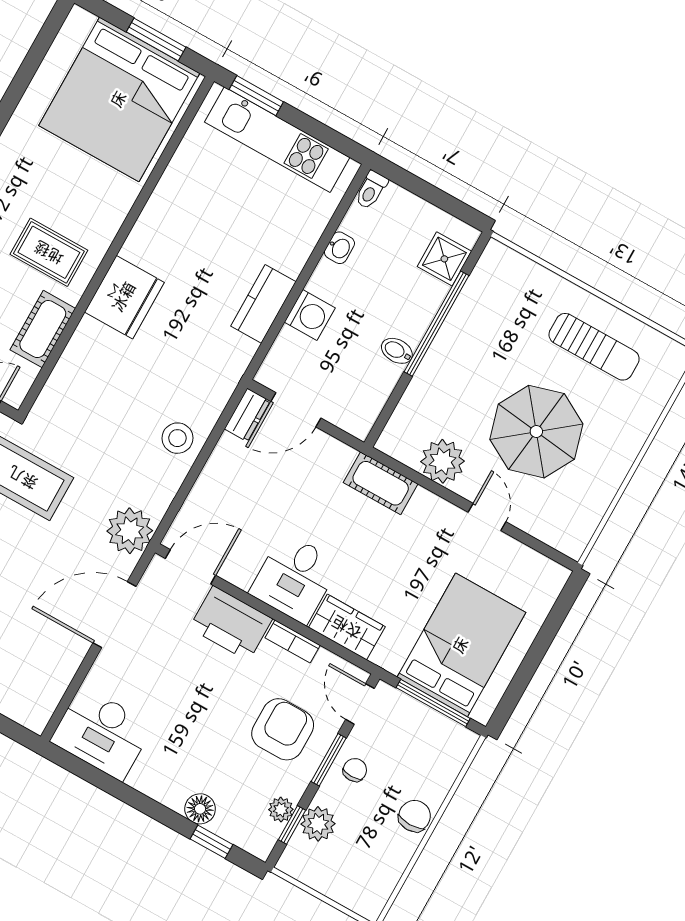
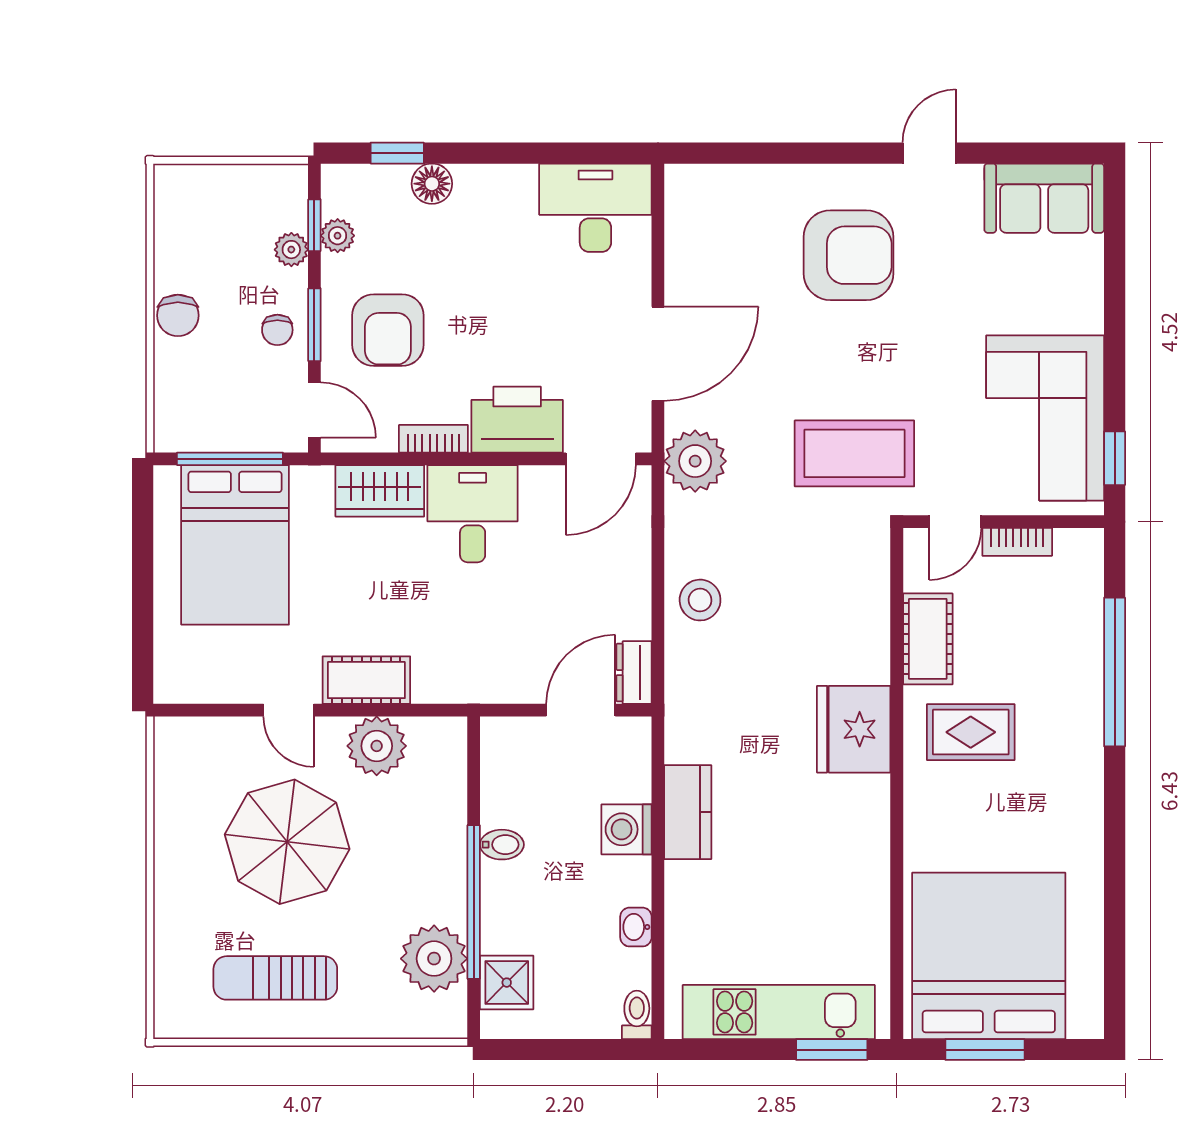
plant: (483, 301) -> (434, 959), added
cot: (381, 483) -> (366, 680), moved
plant: (318, 824) -> (291, 250), width x0.73, depth x0.73

